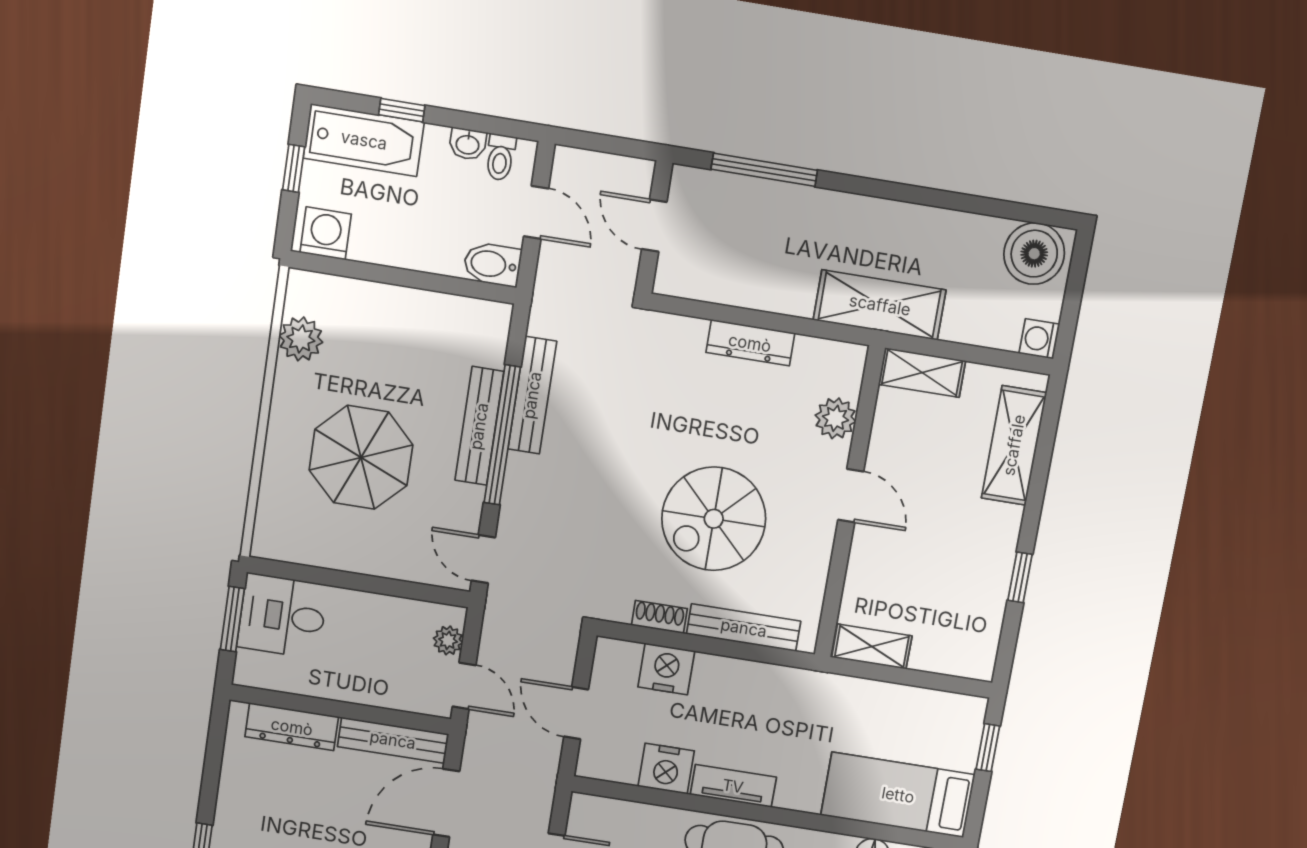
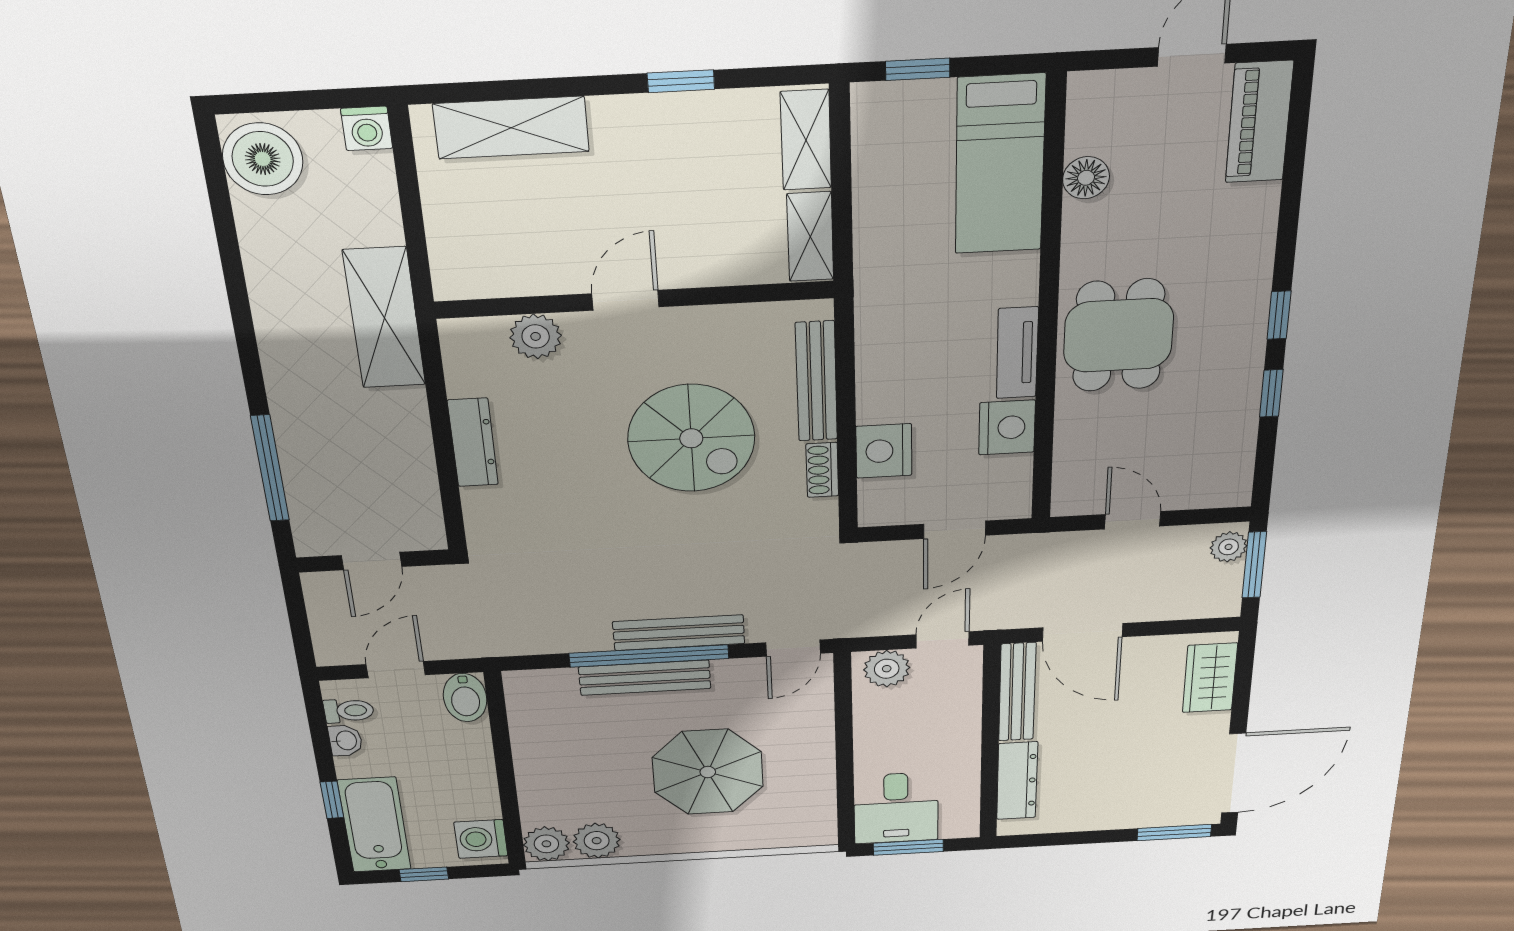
plant: (307, 292) -> (546, 844), added
shelving: (922, 373) -> (806, 140), moved
bench: (532, 395) -> (679, 633), moved
plant: (448, 640) -> (887, 669), width x1.38, depth x1.38

